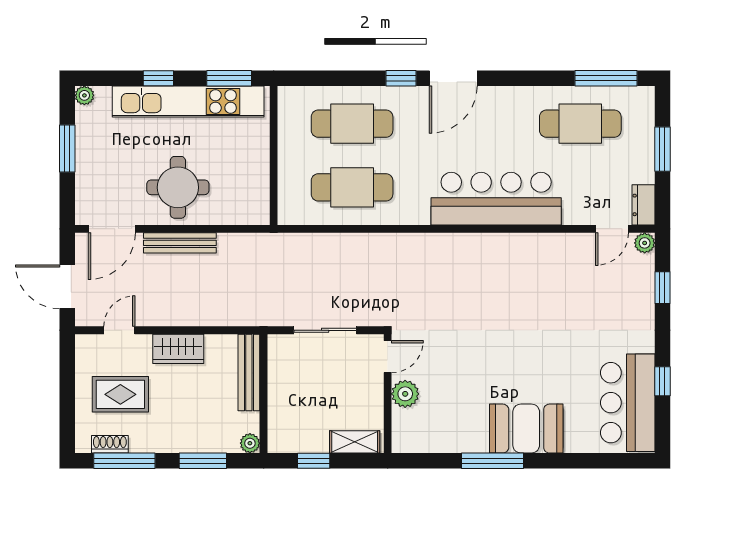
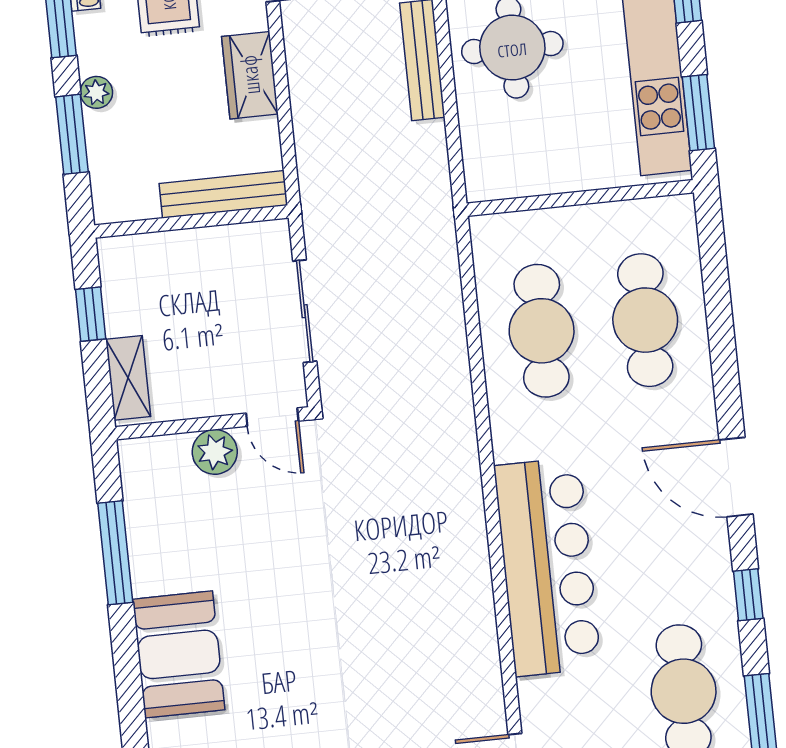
window: (401, 78) -> (748, 595), moved
plant: (250, 443) -> (96, 92), moved
window: (493, 461) -> (115, 553), moved

